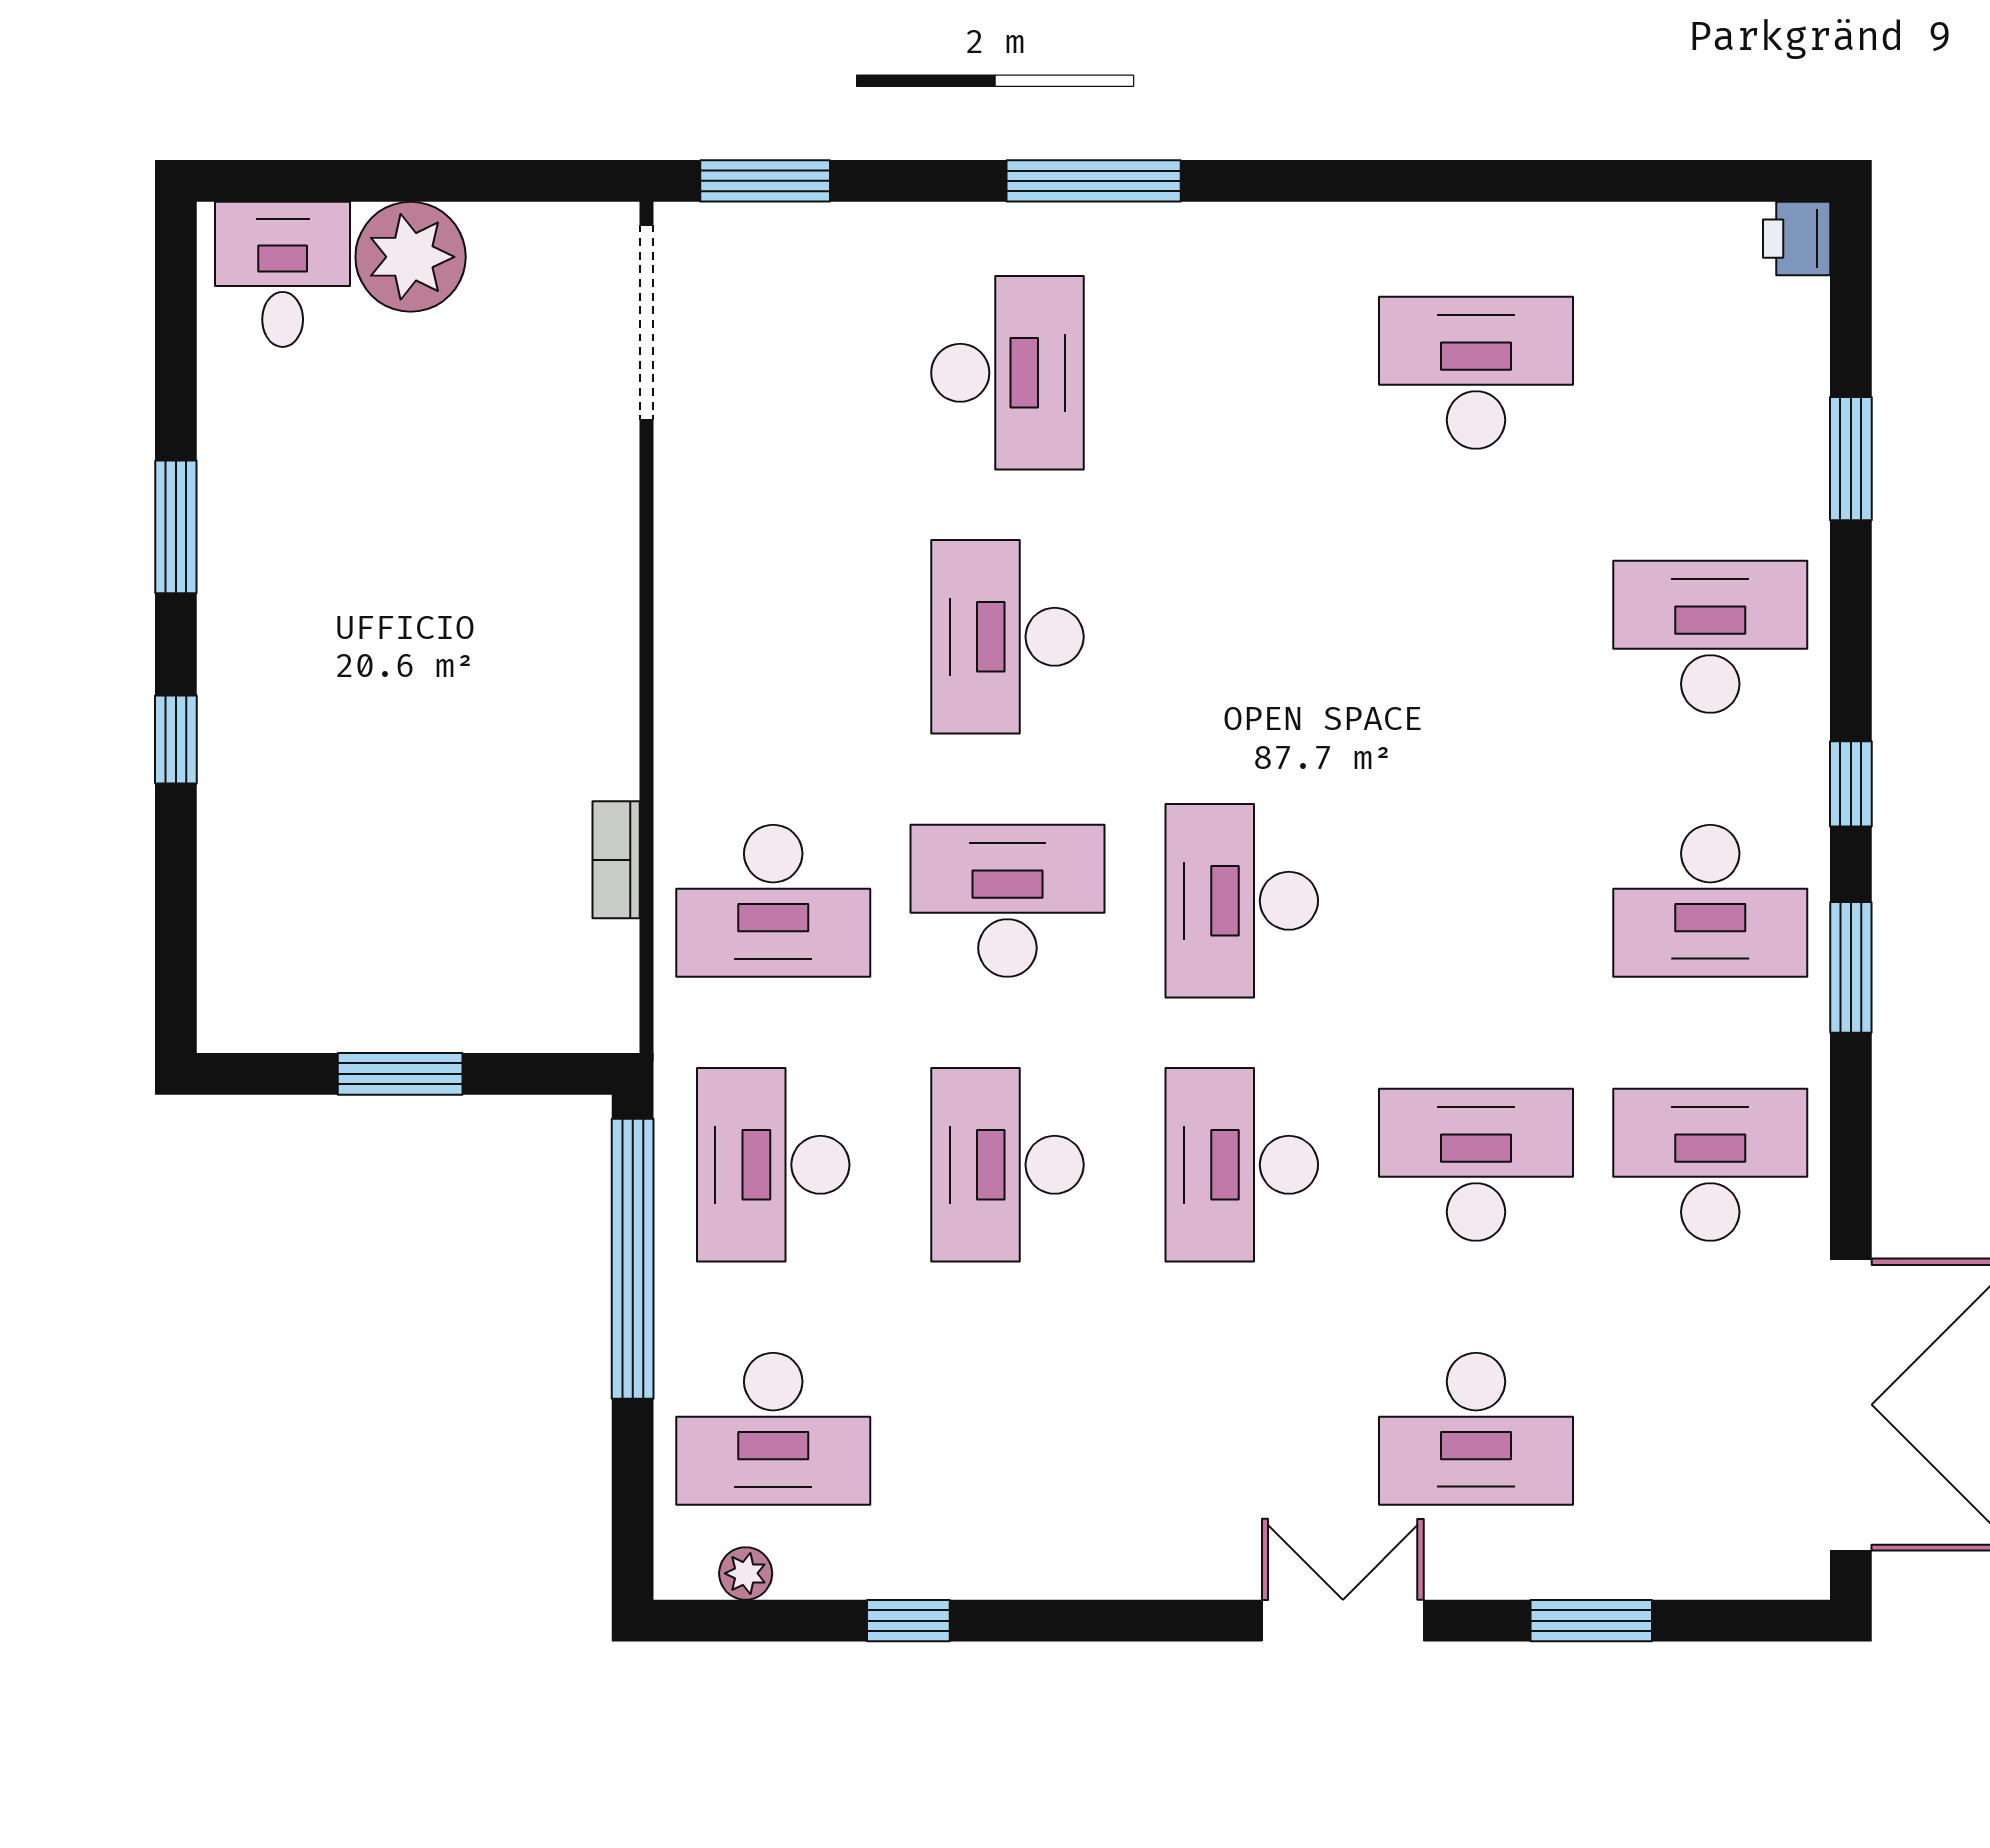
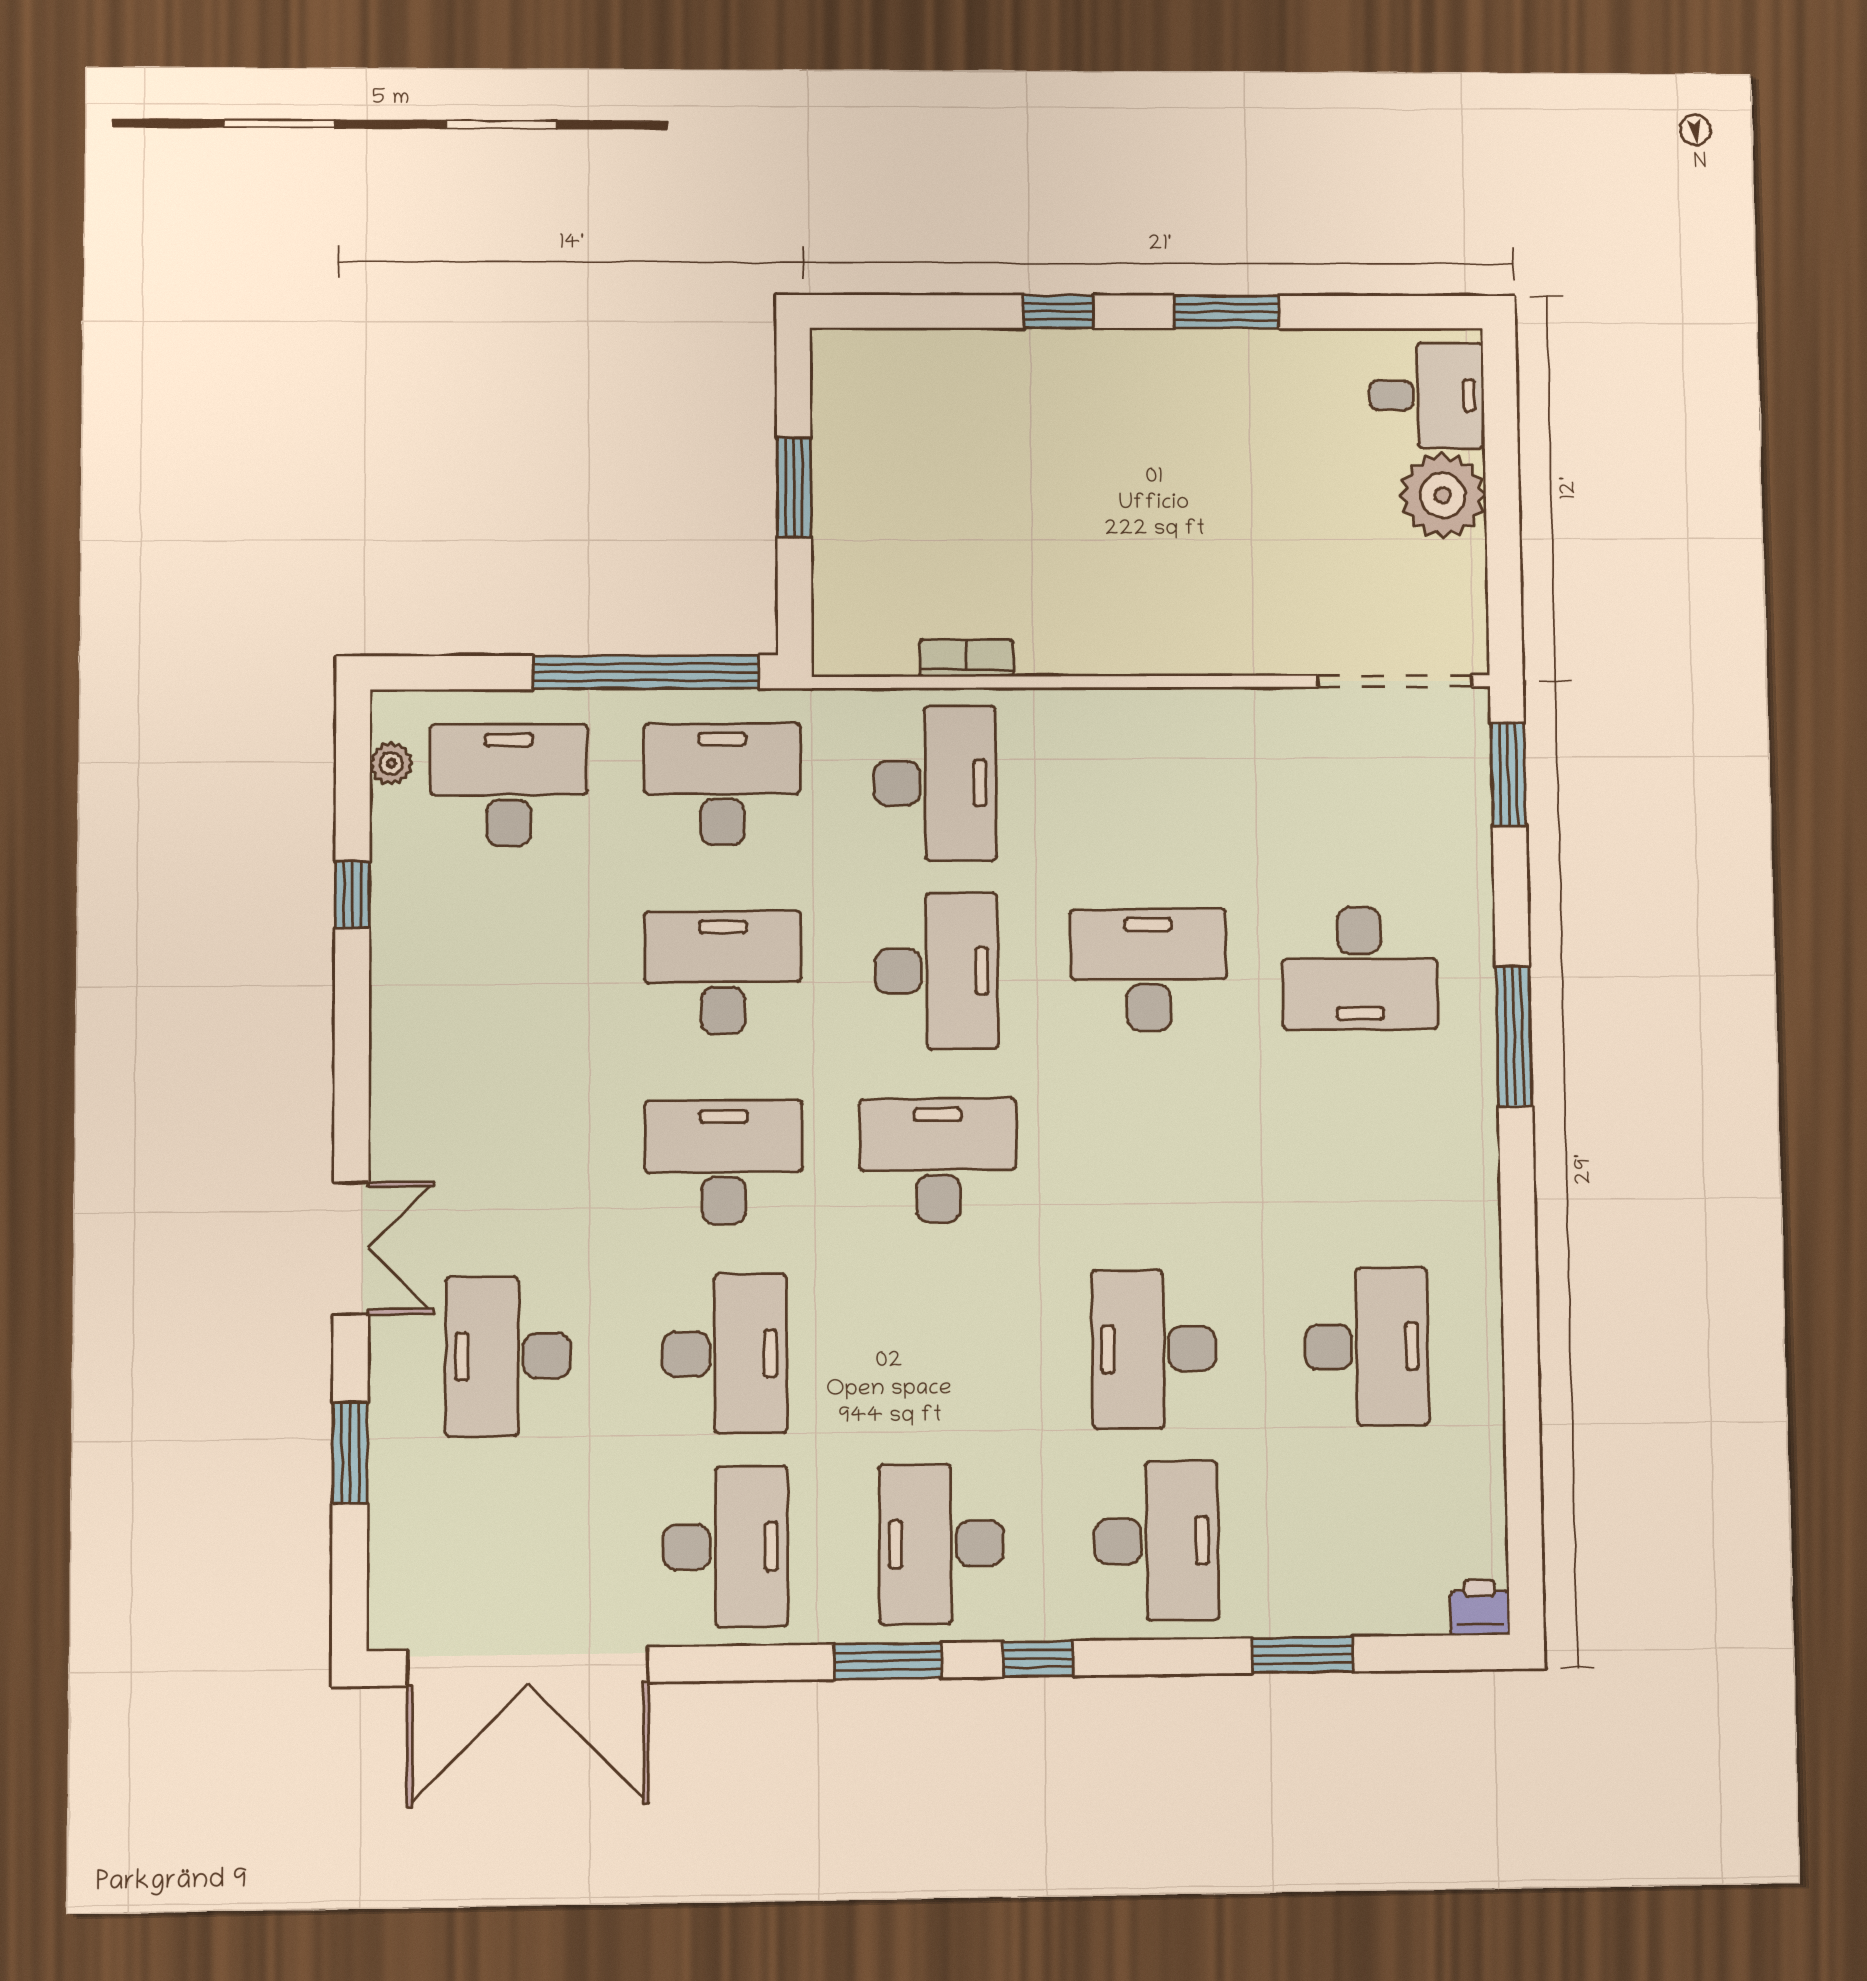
desk: (1476, 637) -> (1154, 1349), added
desk: (773, 901) -> (935, 783), turned 180
desk: (773, 1429) -> (509, 785), turned 90

